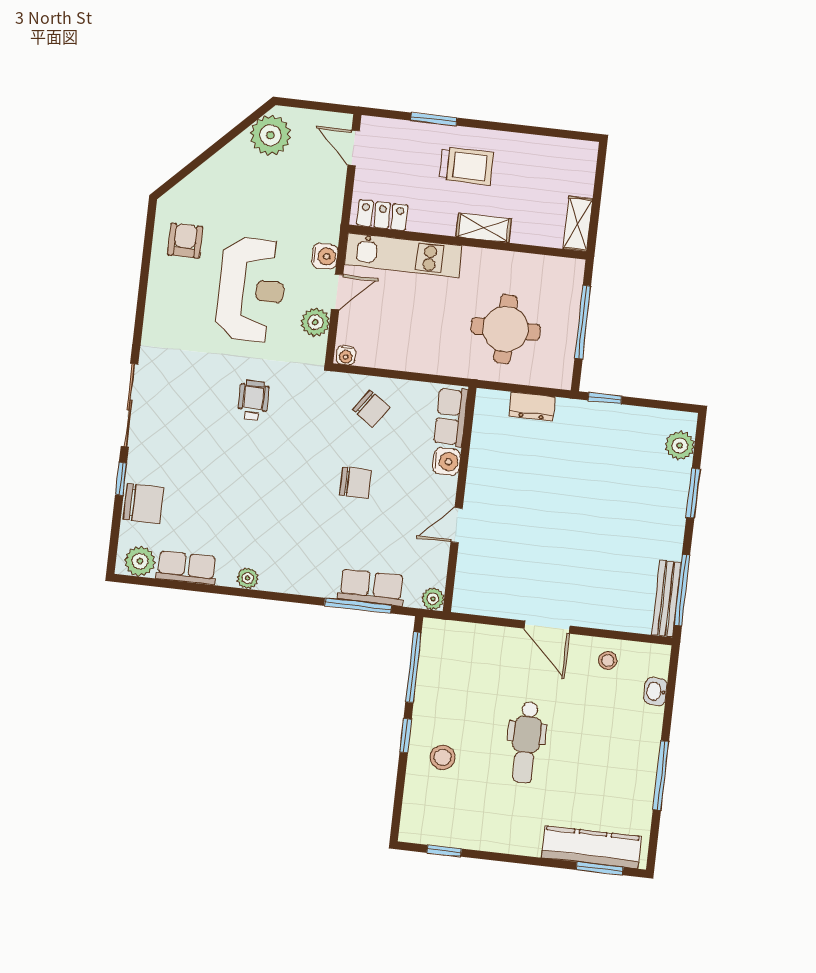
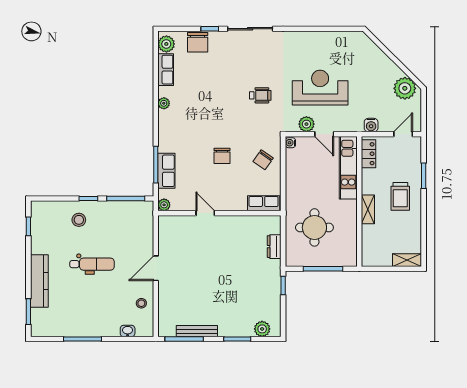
shelving: (578, 224) -> (407, 260), moved
armchair: (185, 241) -> (343, 49), removed
water cooler: (325, 256) -> (371, 125), moved
reception desk: (251, 290) -> (320, 88), turned 180
water cooler: (446, 461) -> (239, 204), removed
bench: (666, 599) -> (197, 331), moved
dental chair: (526, 742) -> (92, 264), turned 180
kitchen counter: (591, 847) -> (39, 281), moved

